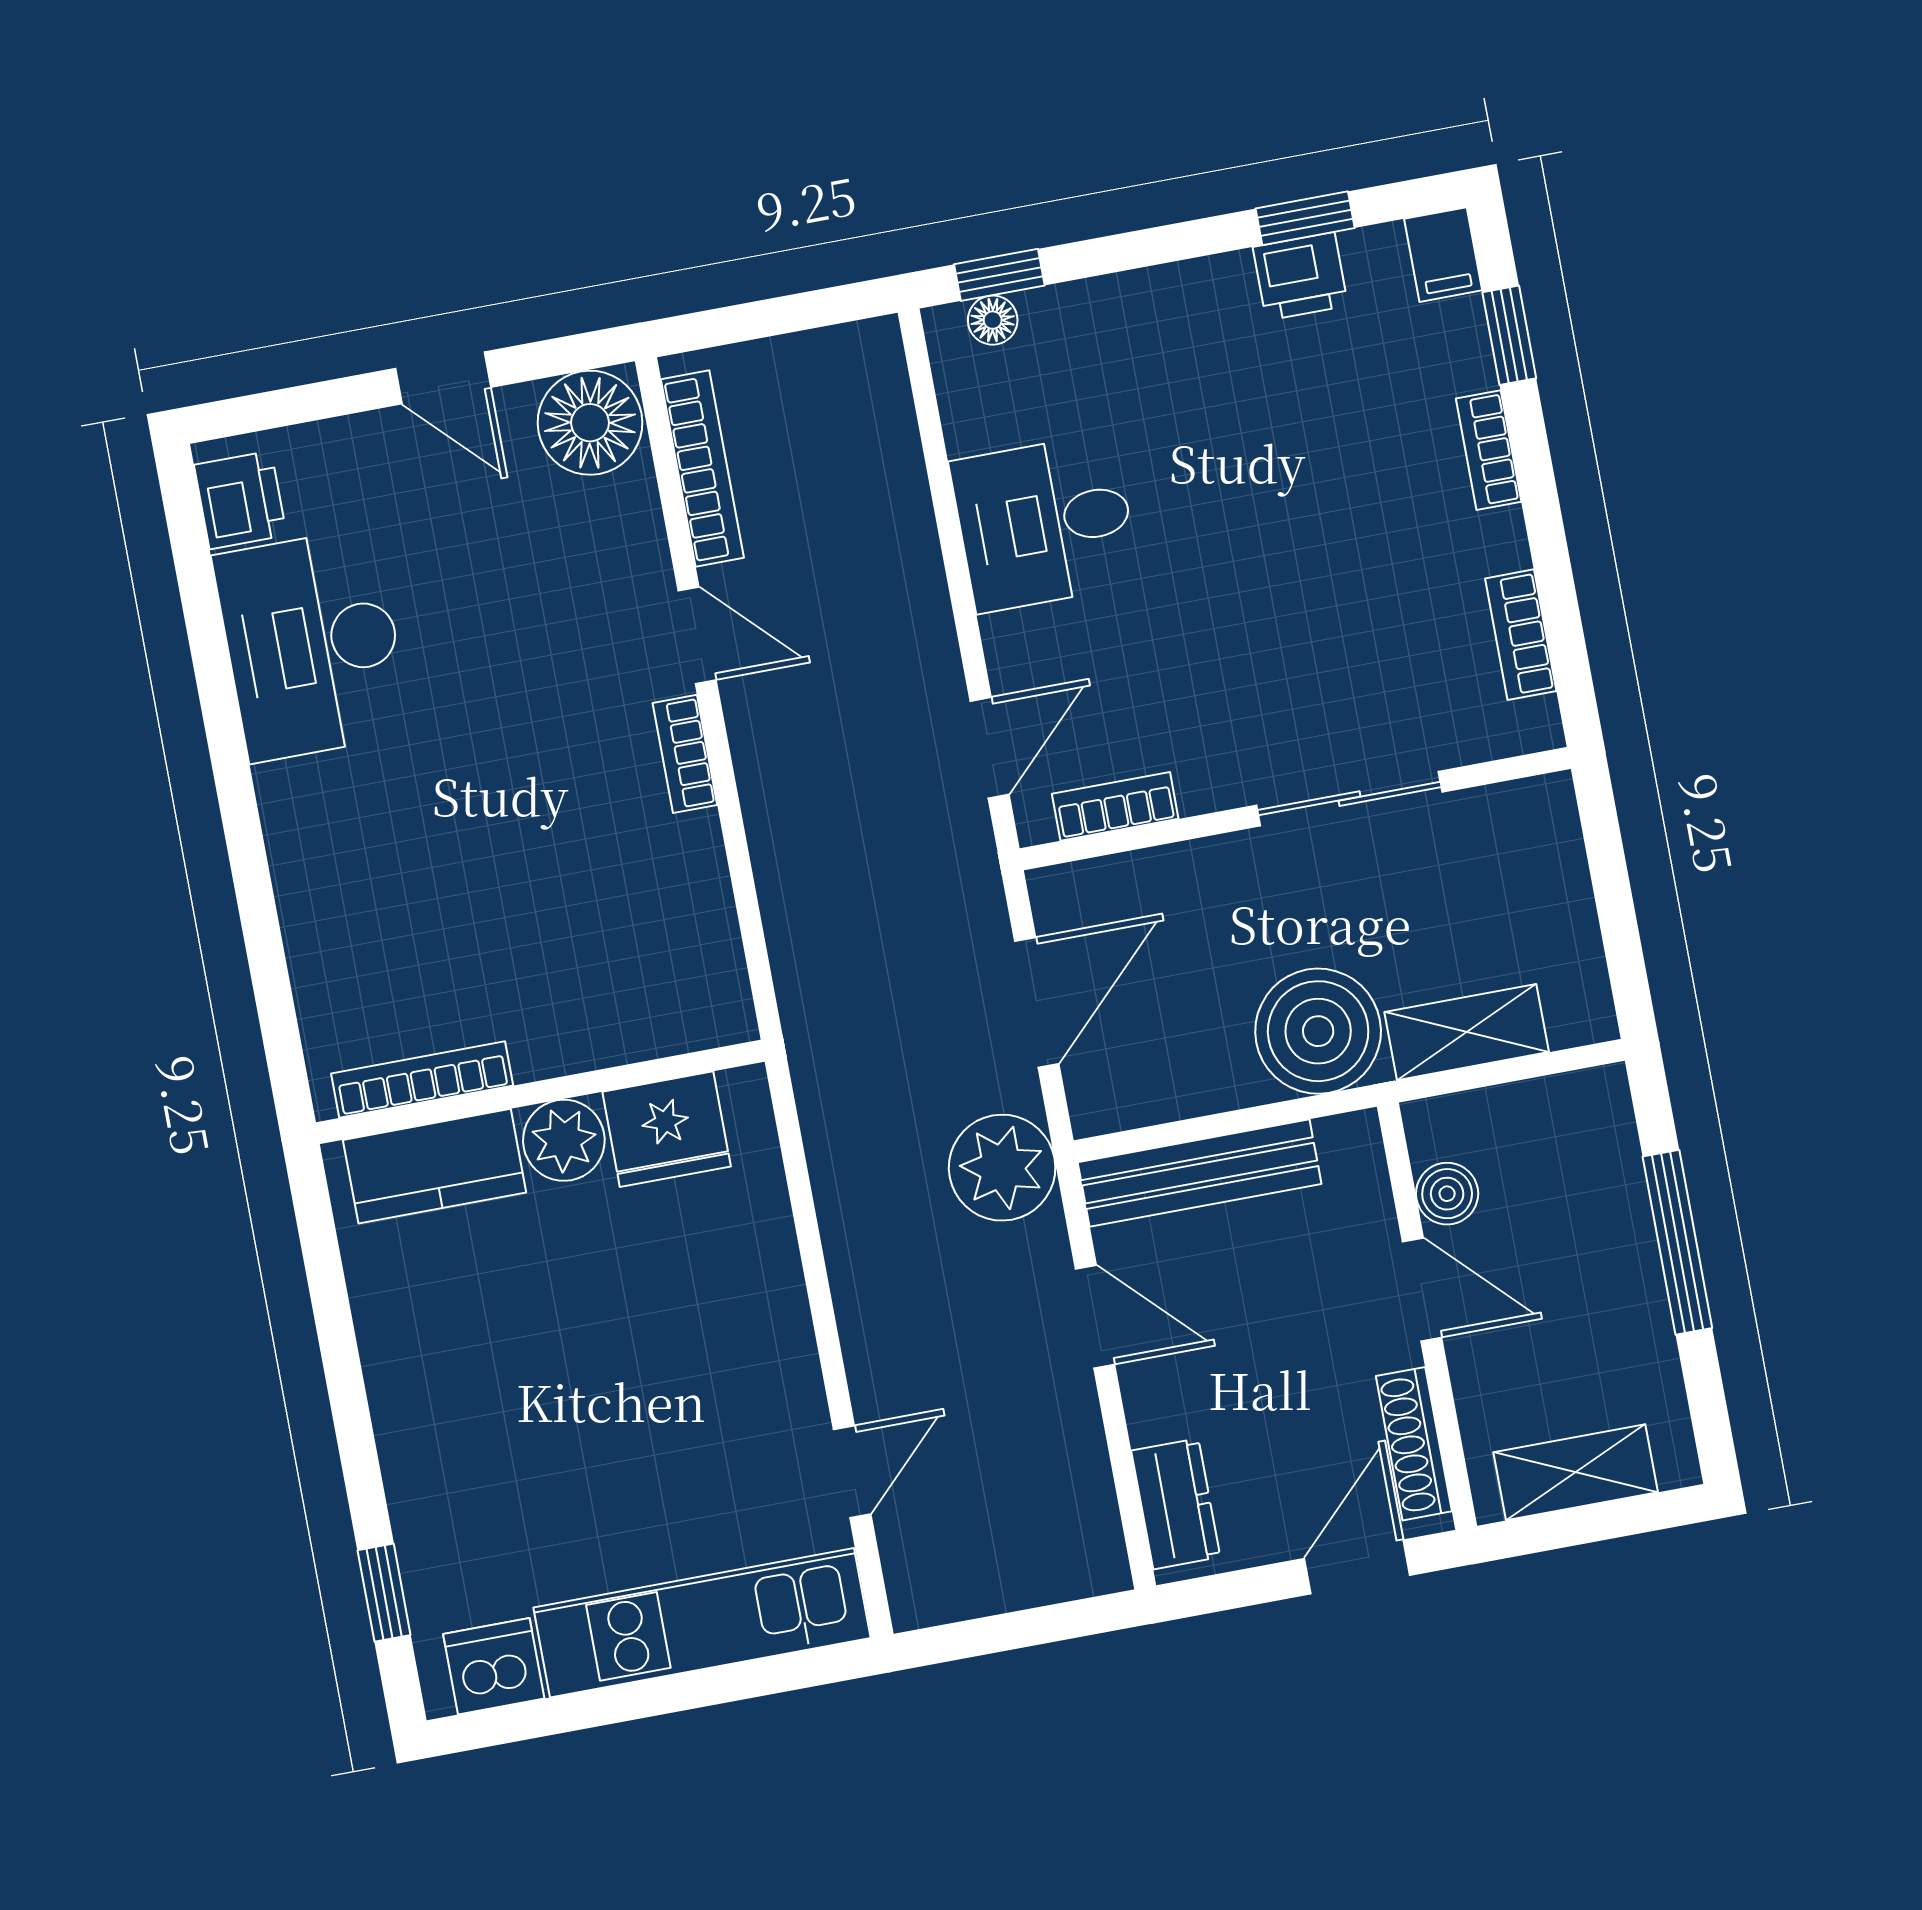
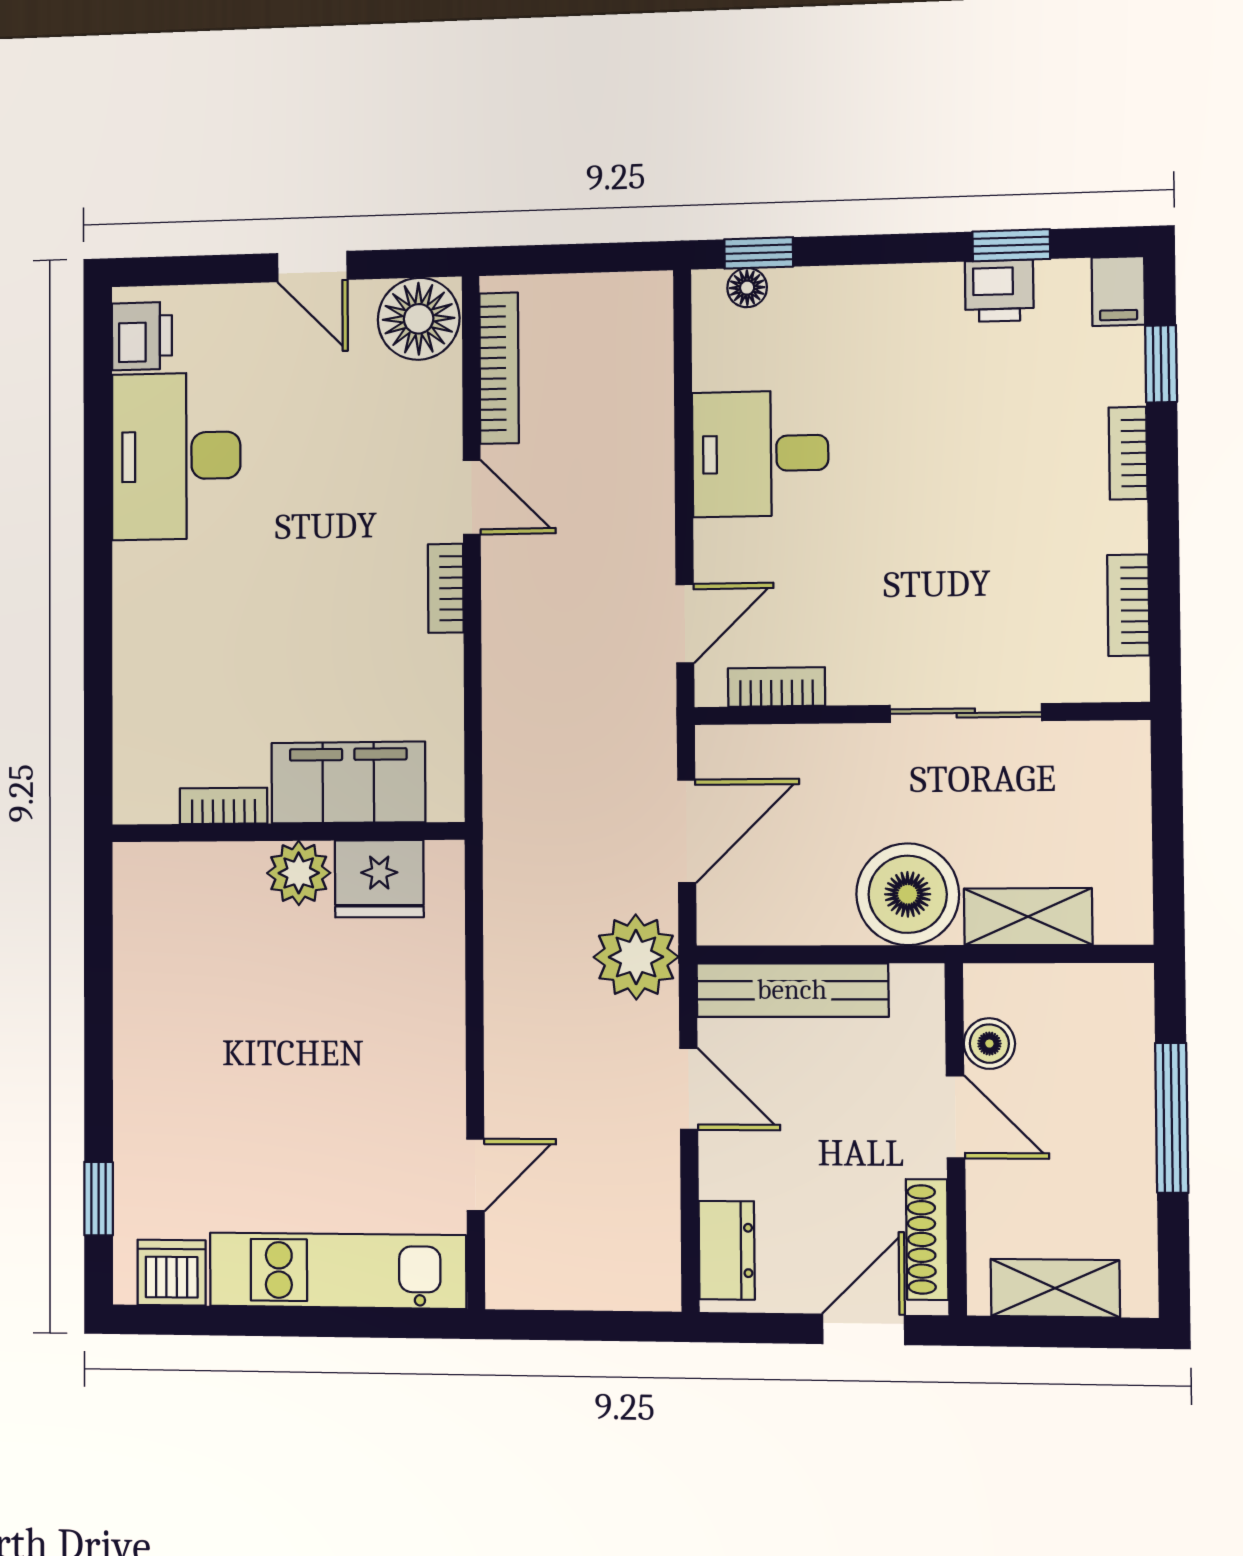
filing cabinet: (606, 1017) -> (348, 783), added
bookcase: (422, 1080) -> (223, 806), width x0.64
kitchen counter: (435, 1166) -> (196, 875), removed

